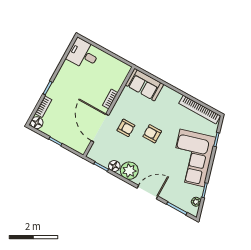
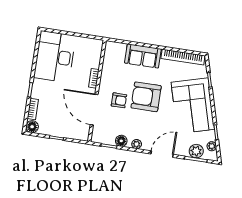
desk: (83, 54) -> (55, 57), width x1.87, depth x1.30
sofa: (144, 85) -> (143, 56), moved
armchair: (152, 134) -> (146, 97), width x1.88, depth x1.88
plant: (129, 171) -> (137, 144), width x0.53, depth x0.53
plant: (180, 201) -> (196, 151), added

